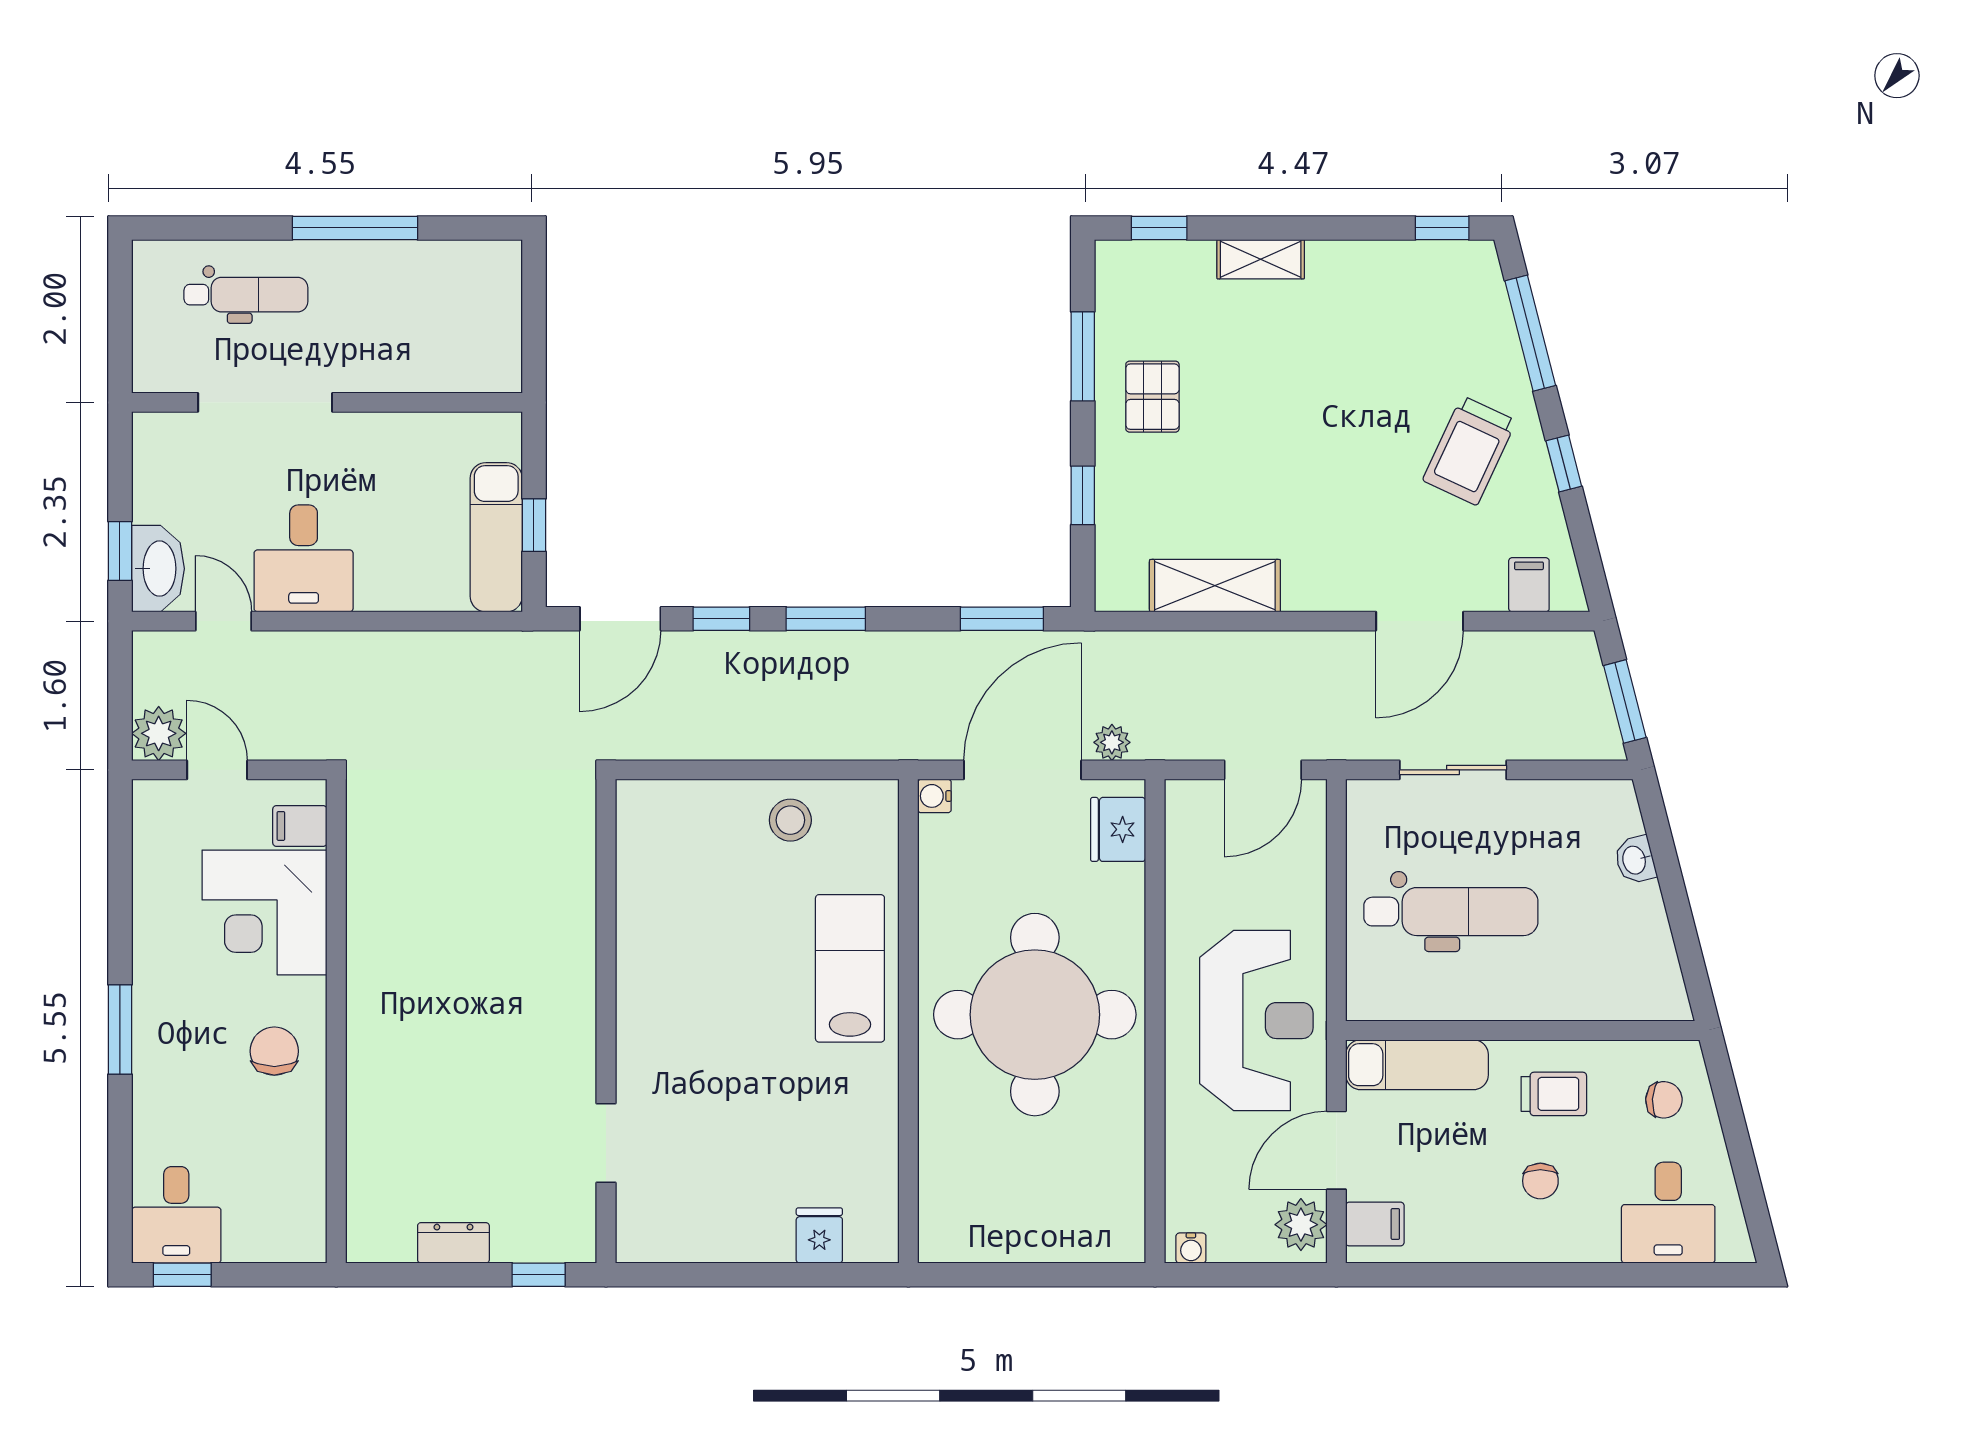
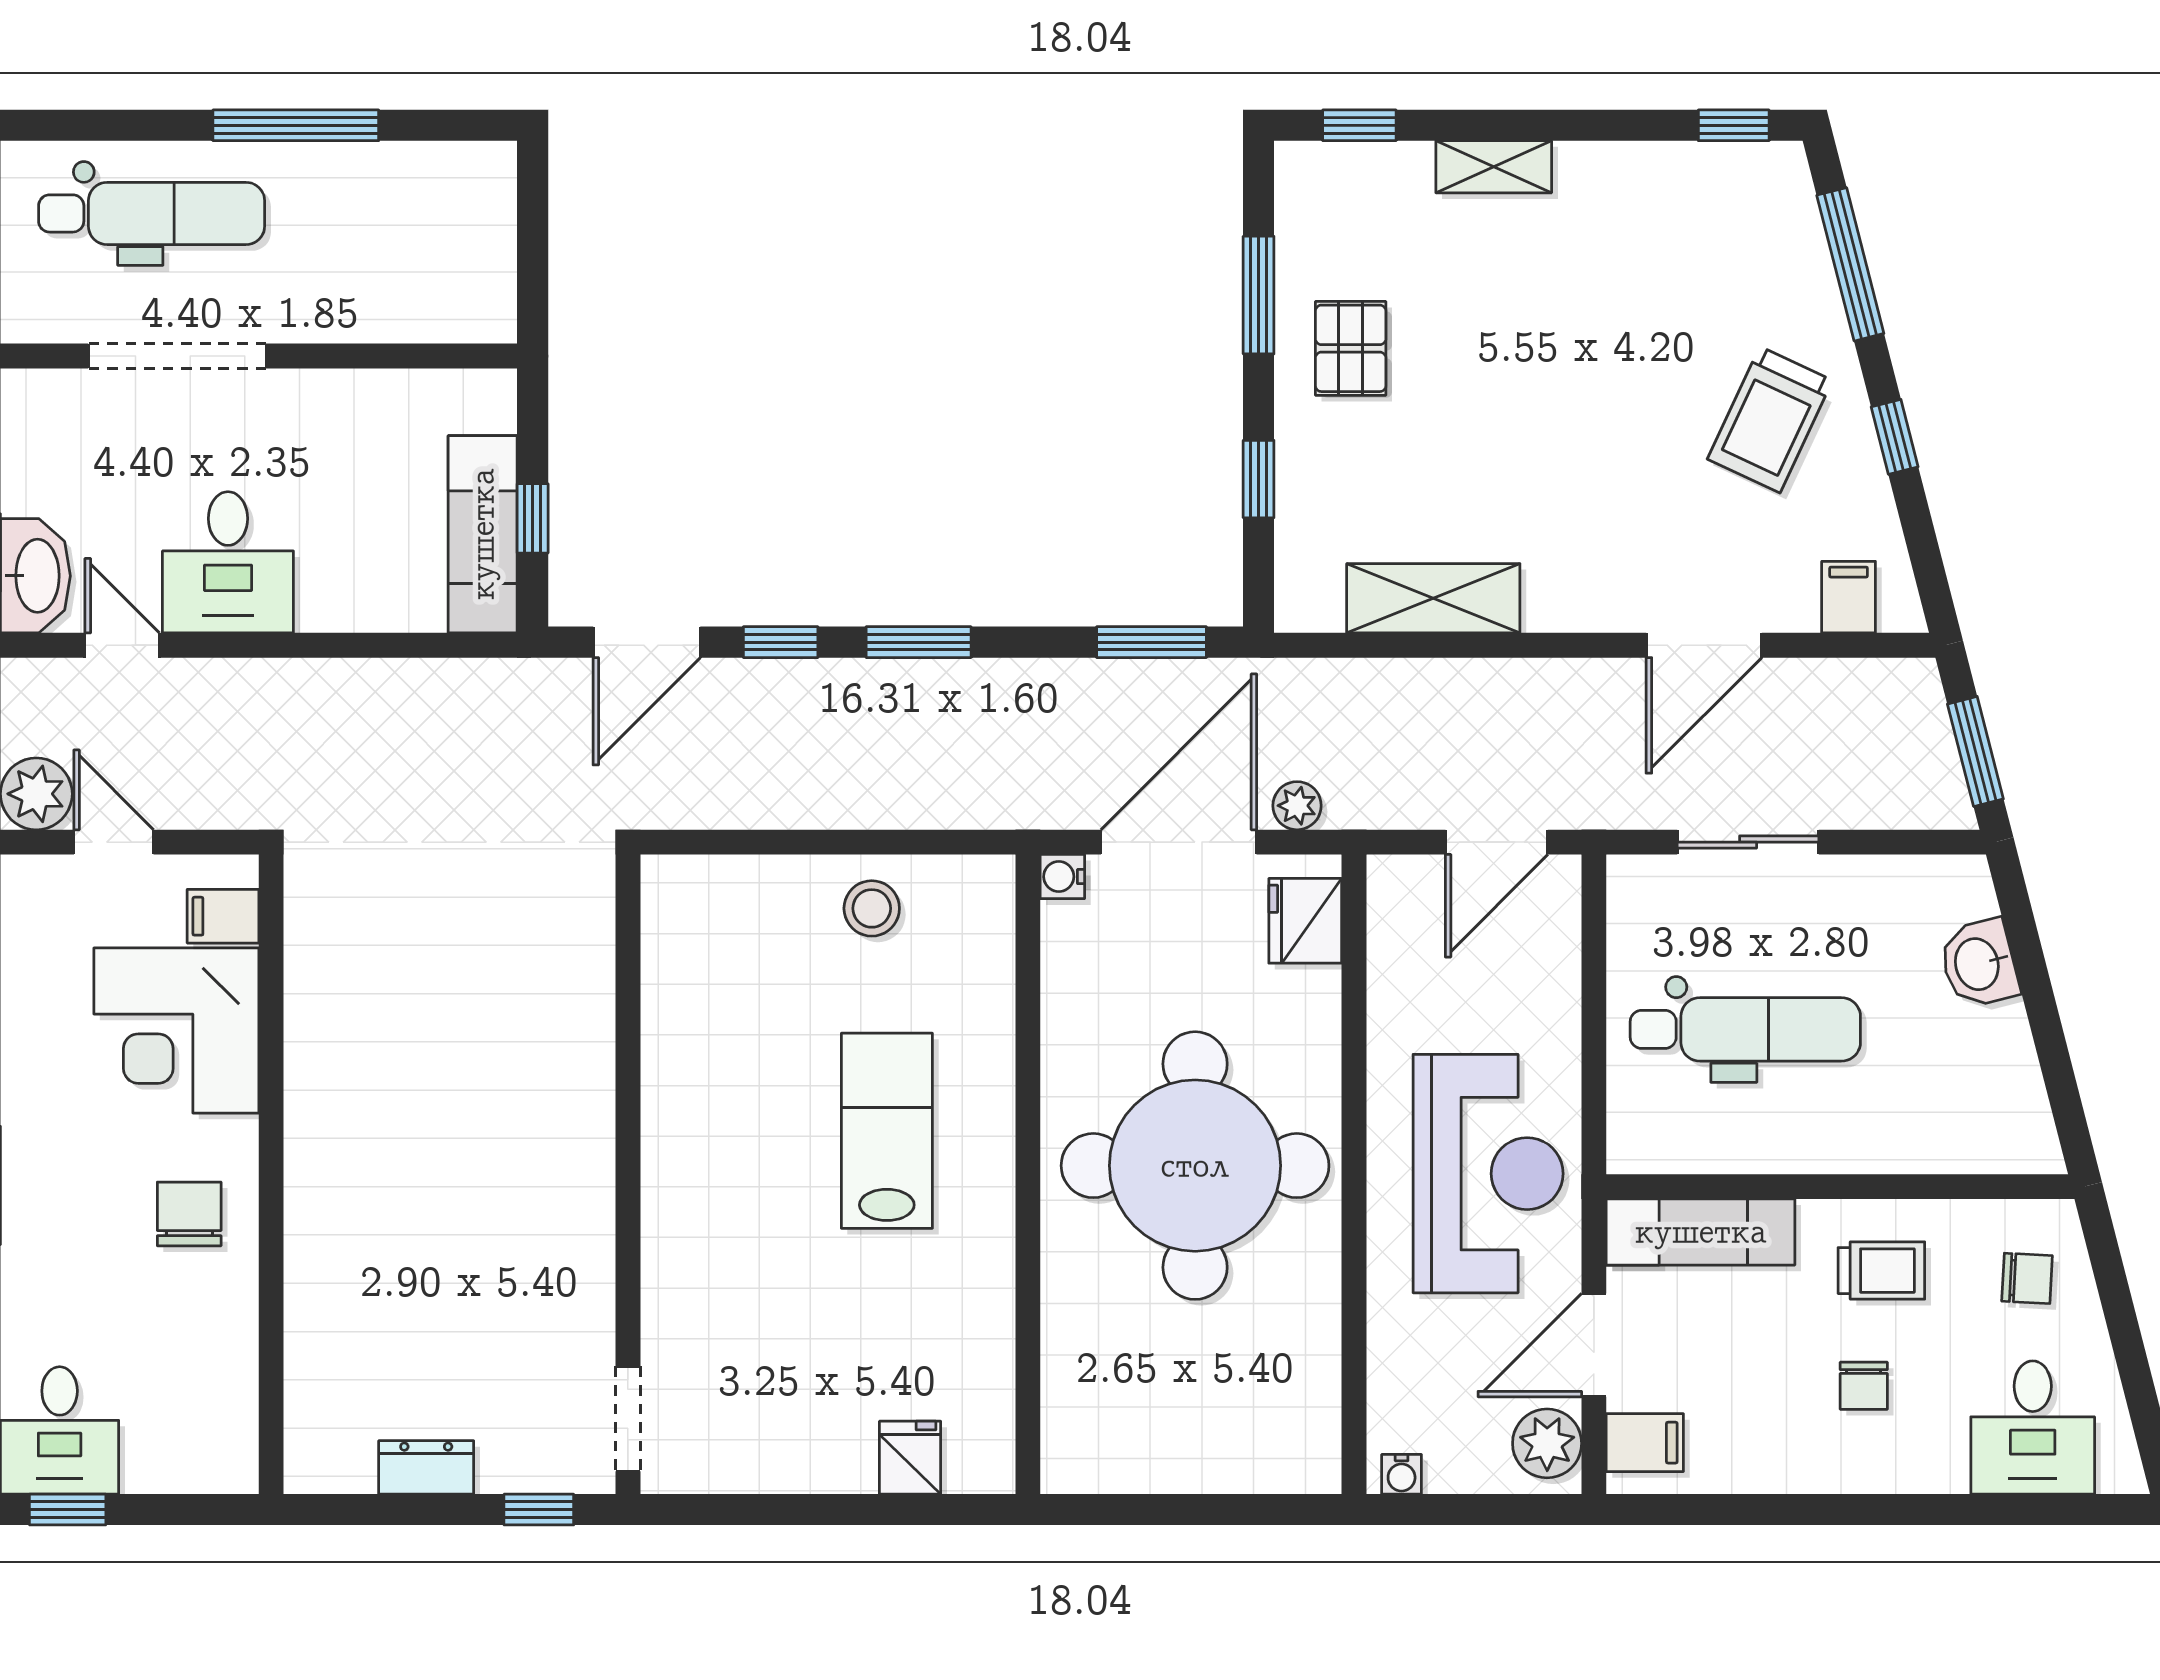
dental chair: (246, 295) -> (152, 213), width x1.36, depth x1.38
washbasin: (1635, 860) -> (1979, 964), width x1.38, depth x1.45
lab bench: (850, 968) -> (887, 1131), moved
doorway: (606, 1143) -> (628, 1419), moved

